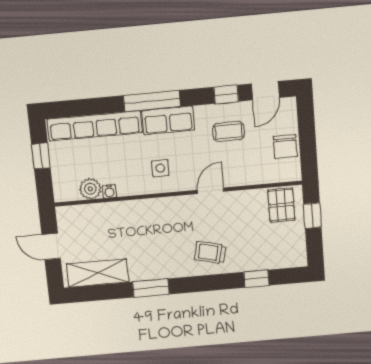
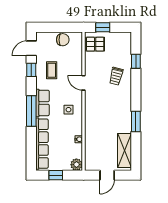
door: (265, 91) -> (31, 48), swing flipped
plant: (90, 189) -> (76, 165), moved
trolley: (210, 253) -> (116, 76), moved

